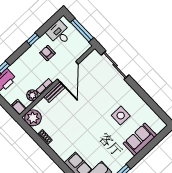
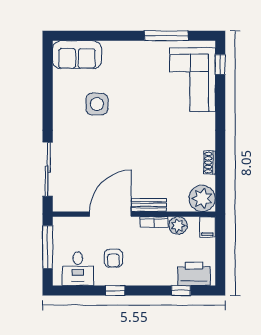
sofa: (140, 139) -> (77, 55), moved

